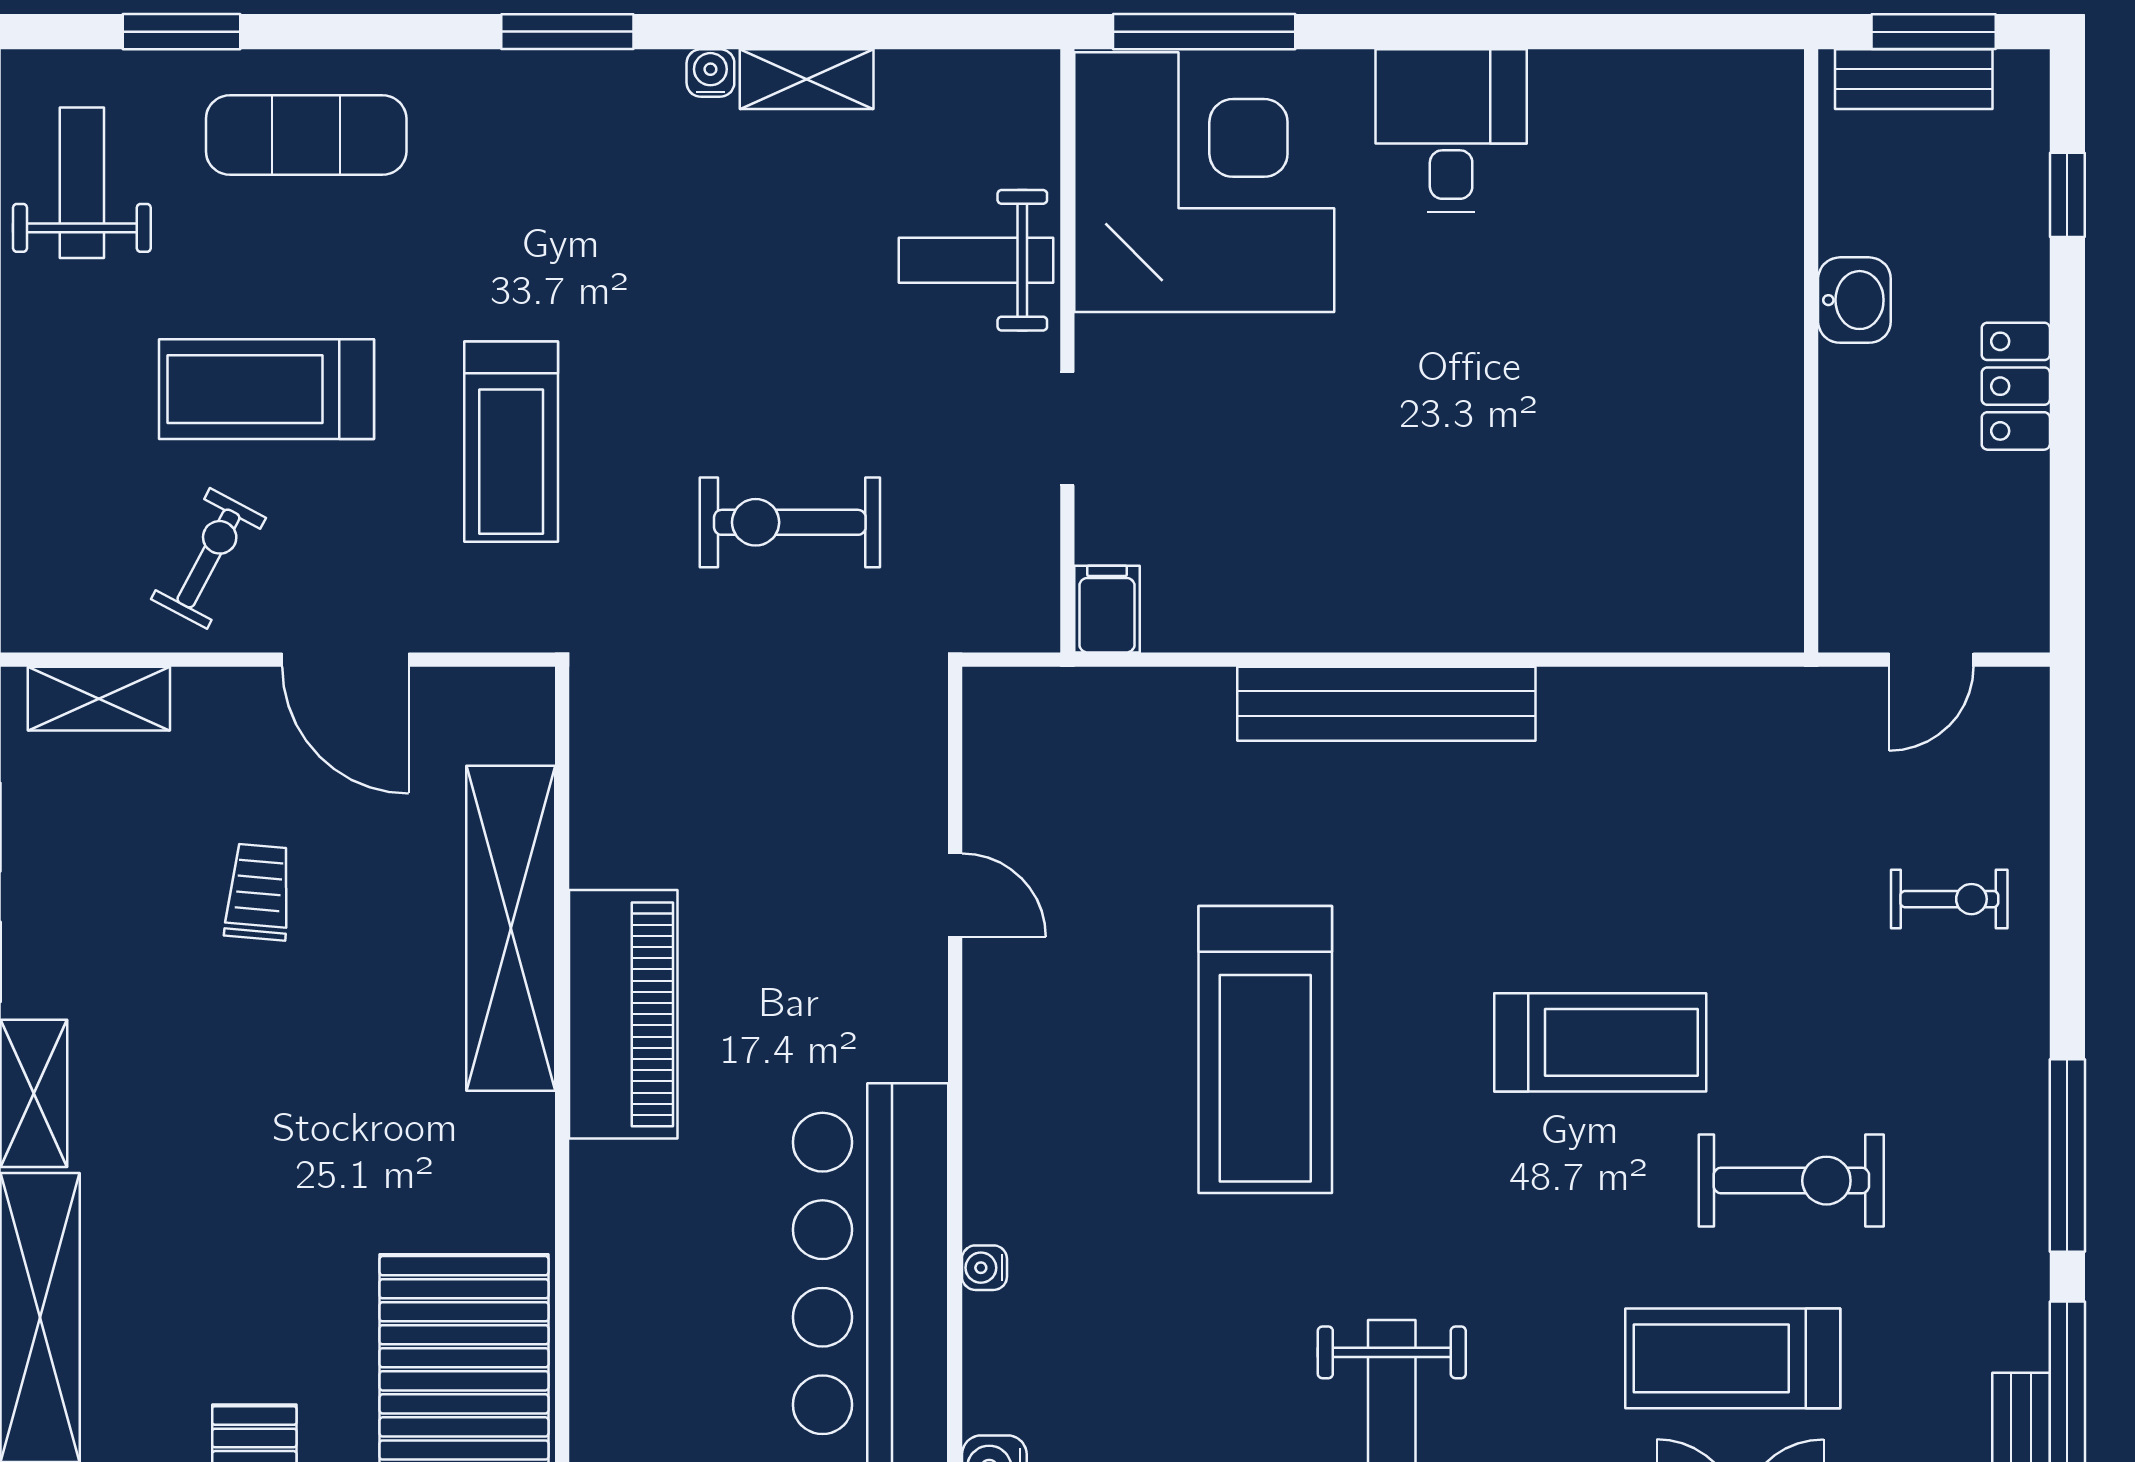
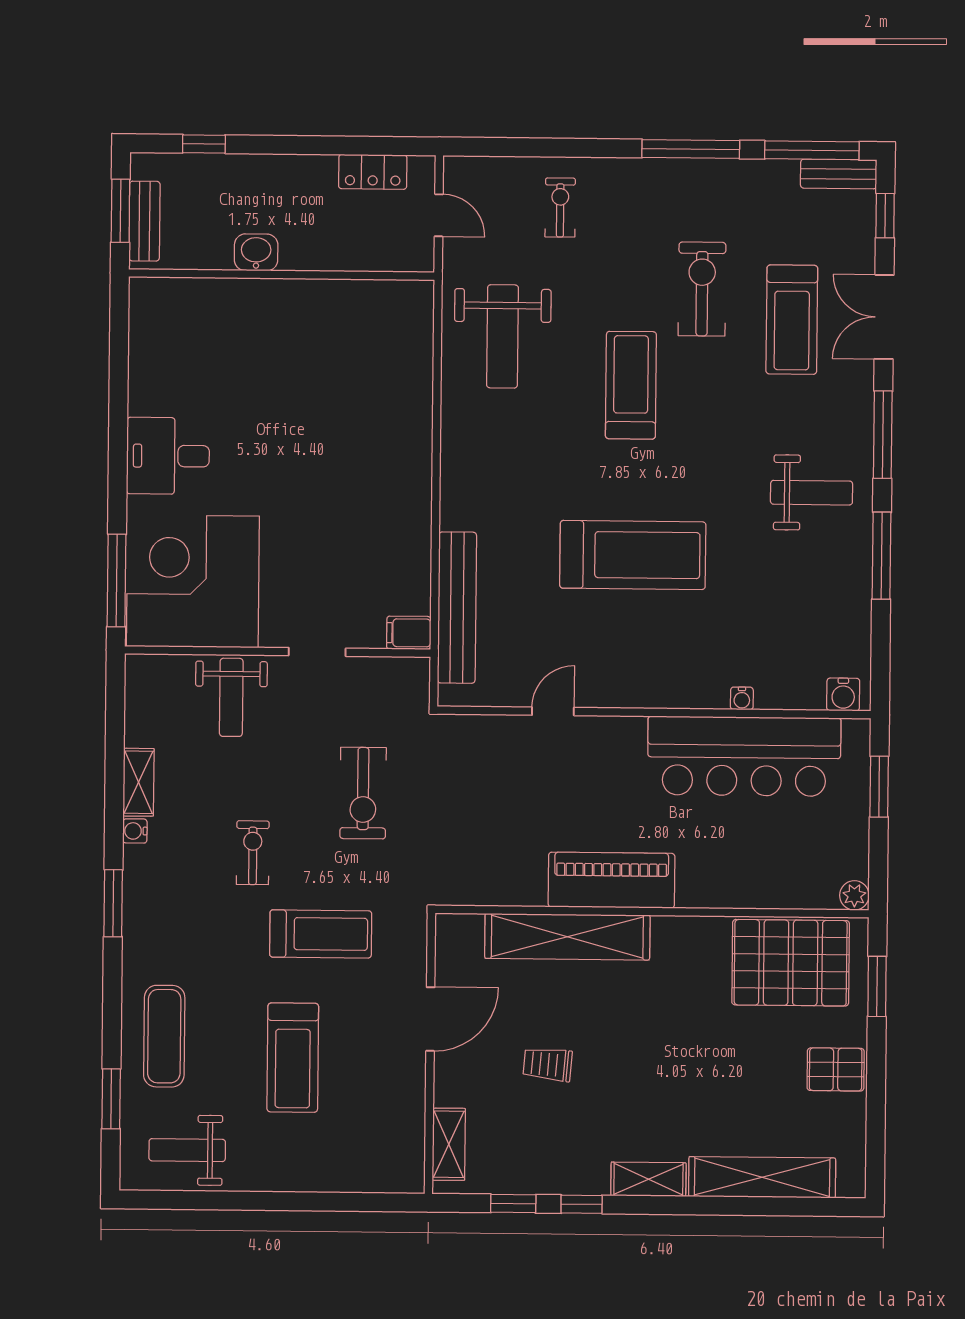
locker: (2016, 386) -> (373, 172), moved
exercise bike: (208, 558) -> (253, 853), moved, turned 62
bench: (1386, 704) -> (457, 608), moved
weight bench: (1694, 788) -> (502, 336), added

